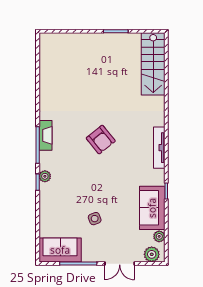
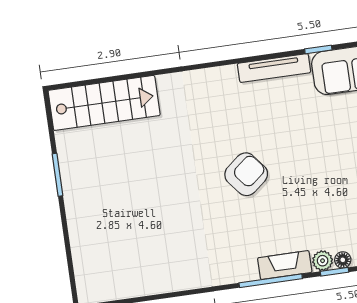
fireplace: (45, 135) -> (285, 265), moved
tv unit: (159, 148) -> (274, 68), moved
floor lamp: (44, 188) -> (343, 260), added

